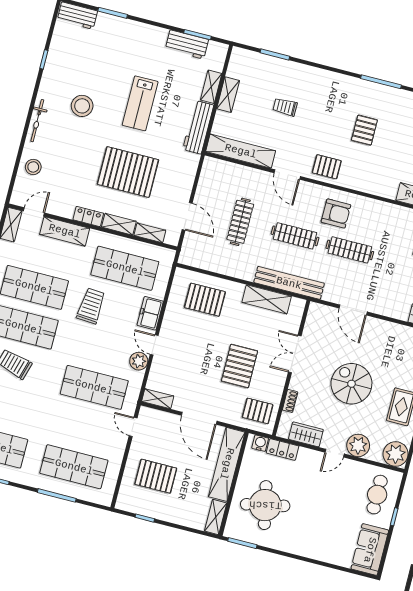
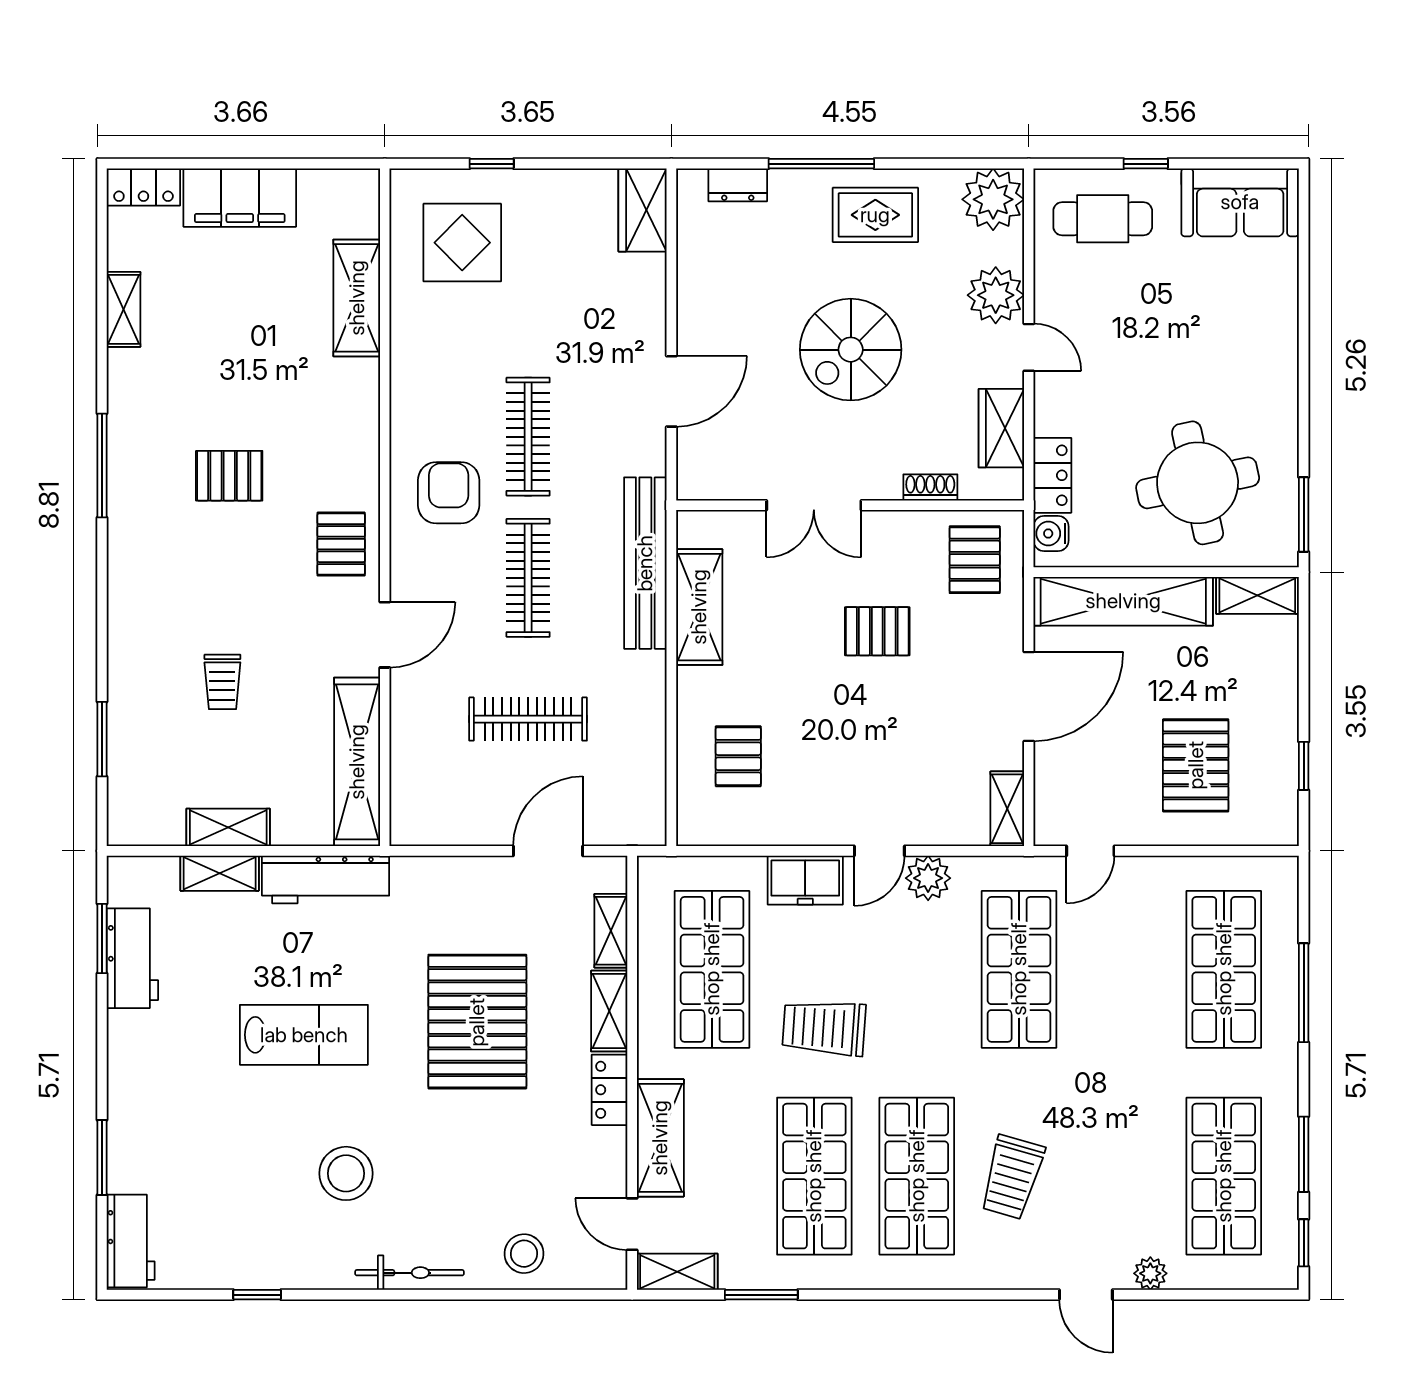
pallet: (205, 300) -> (738, 756), width x0.67, depth x0.71
pallet: (240, 366) -> (877, 631), width x0.67, depth x0.71

